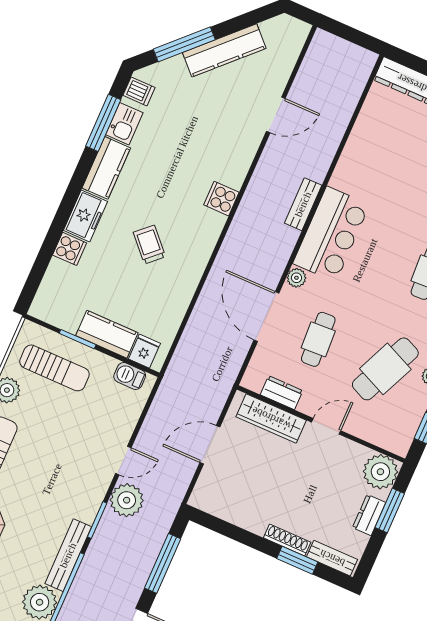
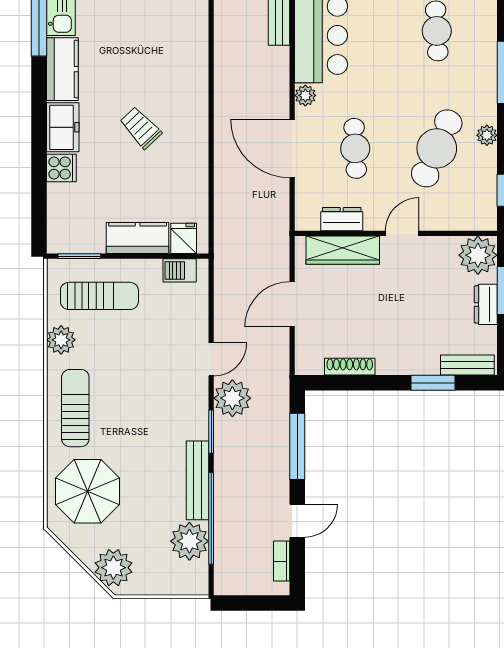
cooker: (221, 199) -> (193, 49), removed
window: (78, 339) -> (79, 256), moved
shoe rack: (287, 540) -> (350, 367), moved

